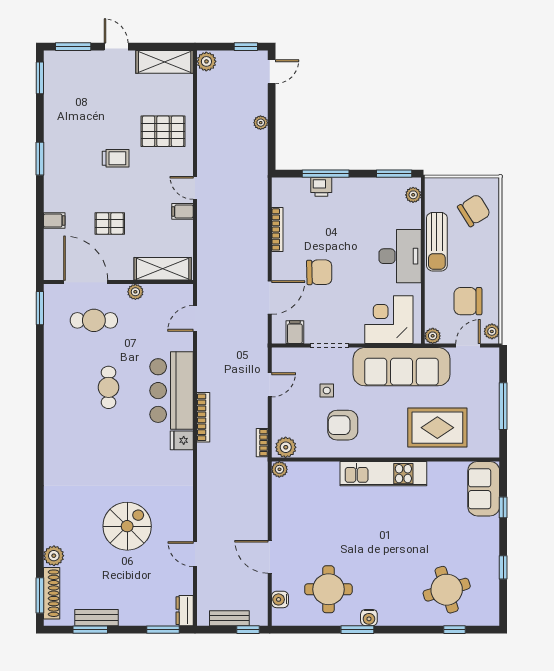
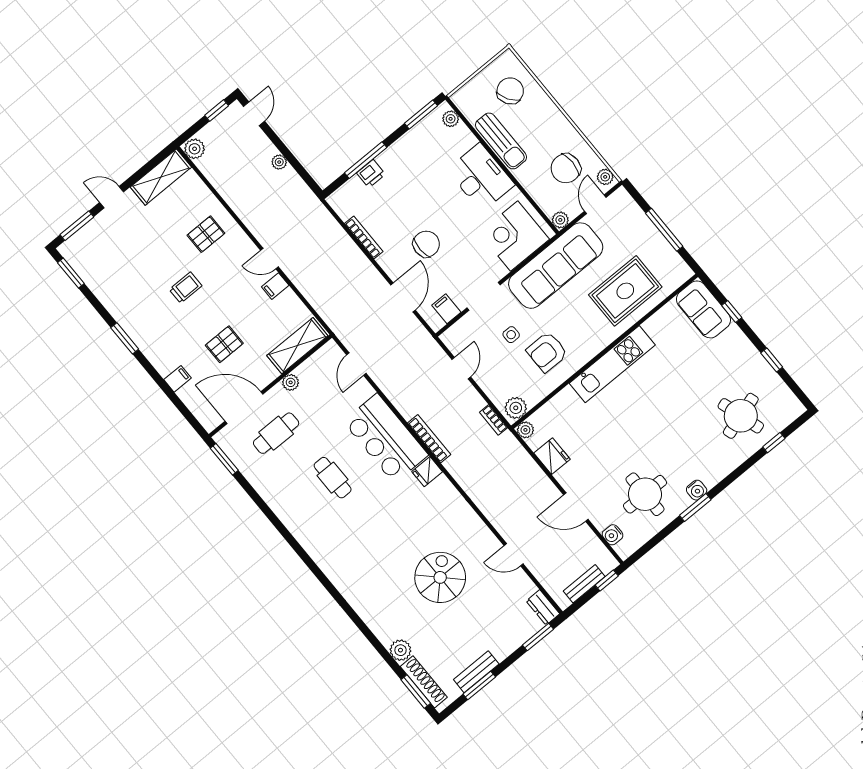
pallet: (163, 131) -> (206, 234), width x0.67, depth x0.71
fridge: (283, 505) -> (552, 456), added

